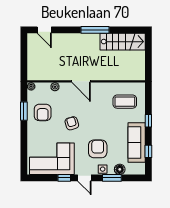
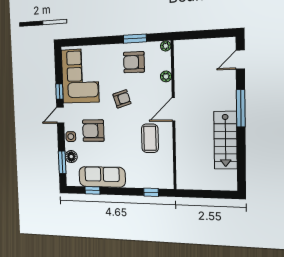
window: (95, 30) -> (241, 108), moved
stairs: (123, 42) -> (225, 140), moved
coffee table: (125, 102) -> (150, 138), moved
window: (148, 121) -> (151, 192), moved
armchair: (98, 149) -> (93, 131), turned 180
window: (112, 178) -> (62, 162), moved

